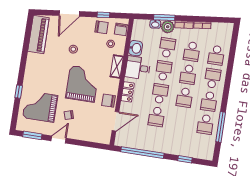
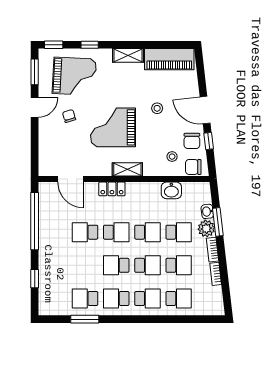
door: (69, 14) -> (205, 110), moved
school desk: (192, 51) -> (179, 265), turned 180
school desk: (216, 55) -> (179, 298), turned 180
shelving: (31, 65) -> (128, 55), added
shelving: (117, 67) -> (127, 169), moved
desk: (138, 68) -> (146, 198), removed
school desk: (188, 74) -> (147, 265), turned 180
grand piano: (82, 84) -> (113, 127), turned 180
chair: (109, 101) -> (96, 165), removed
grand piano: (40, 107) -> (74, 76), turned 93
window: (14, 118) -> (54, 45), added
window: (221, 127) -> (85, 319), width x0.69
door: (59, 139) -> (35, 107), hinge flipped

